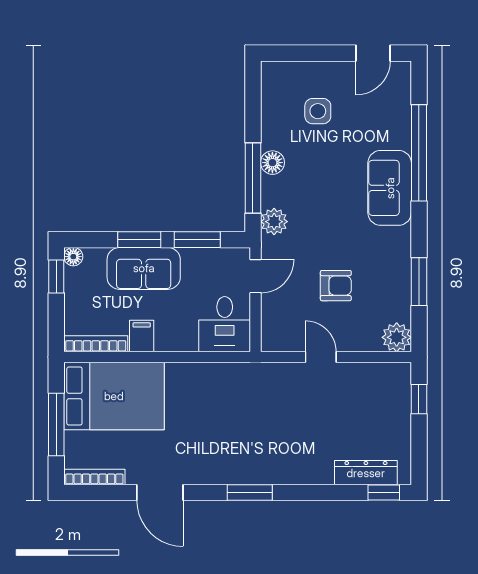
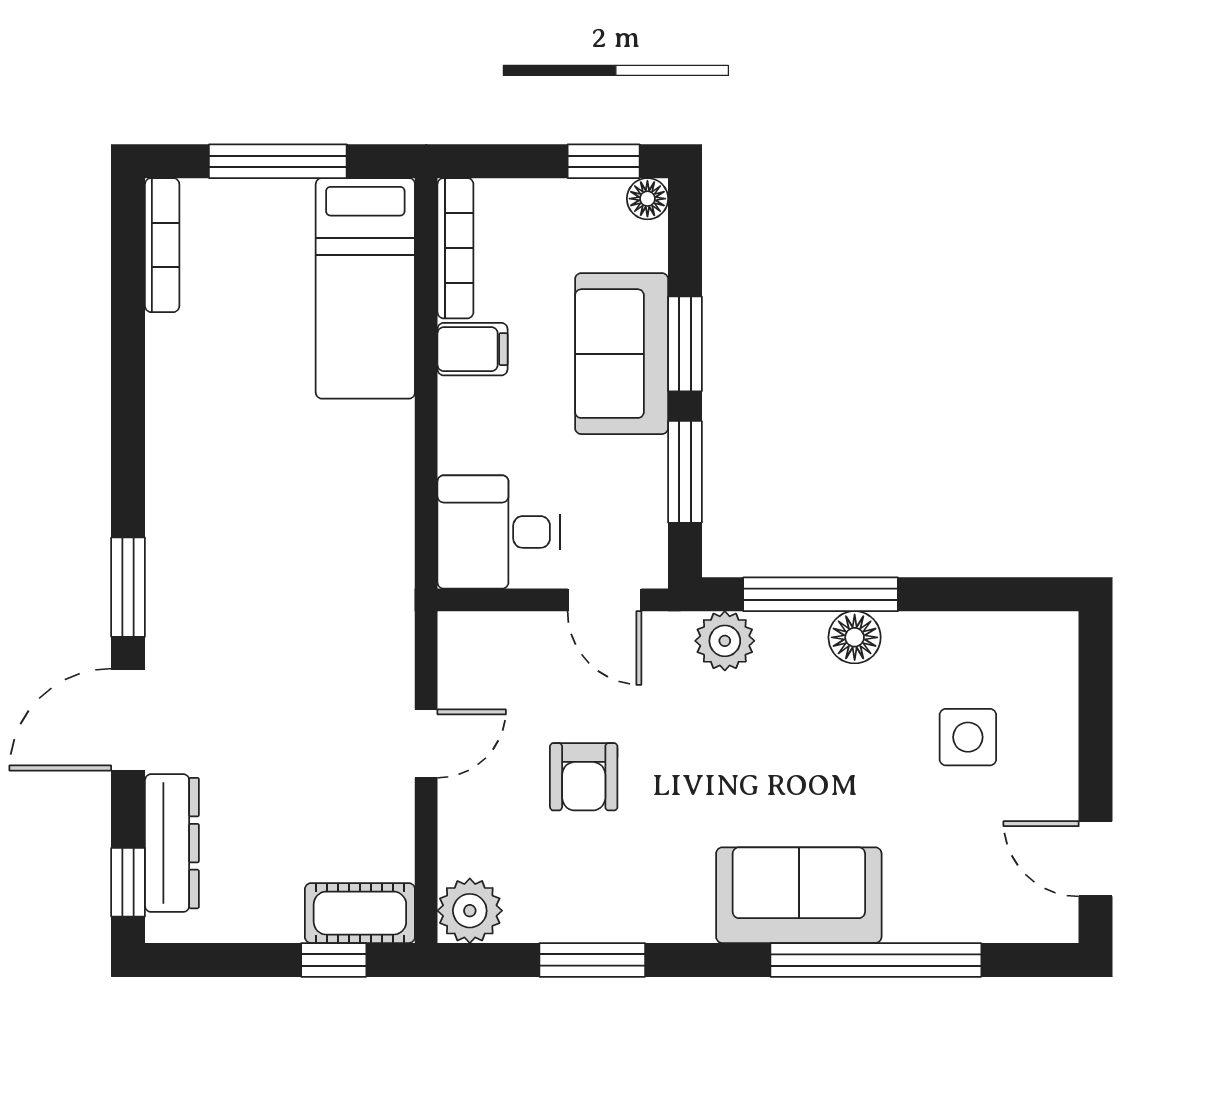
cot: (398, 387) -> (360, 913), added
bed: (114, 396) -> (365, 288), width x0.67
door: (160, 492) -> (128, 720), moved

